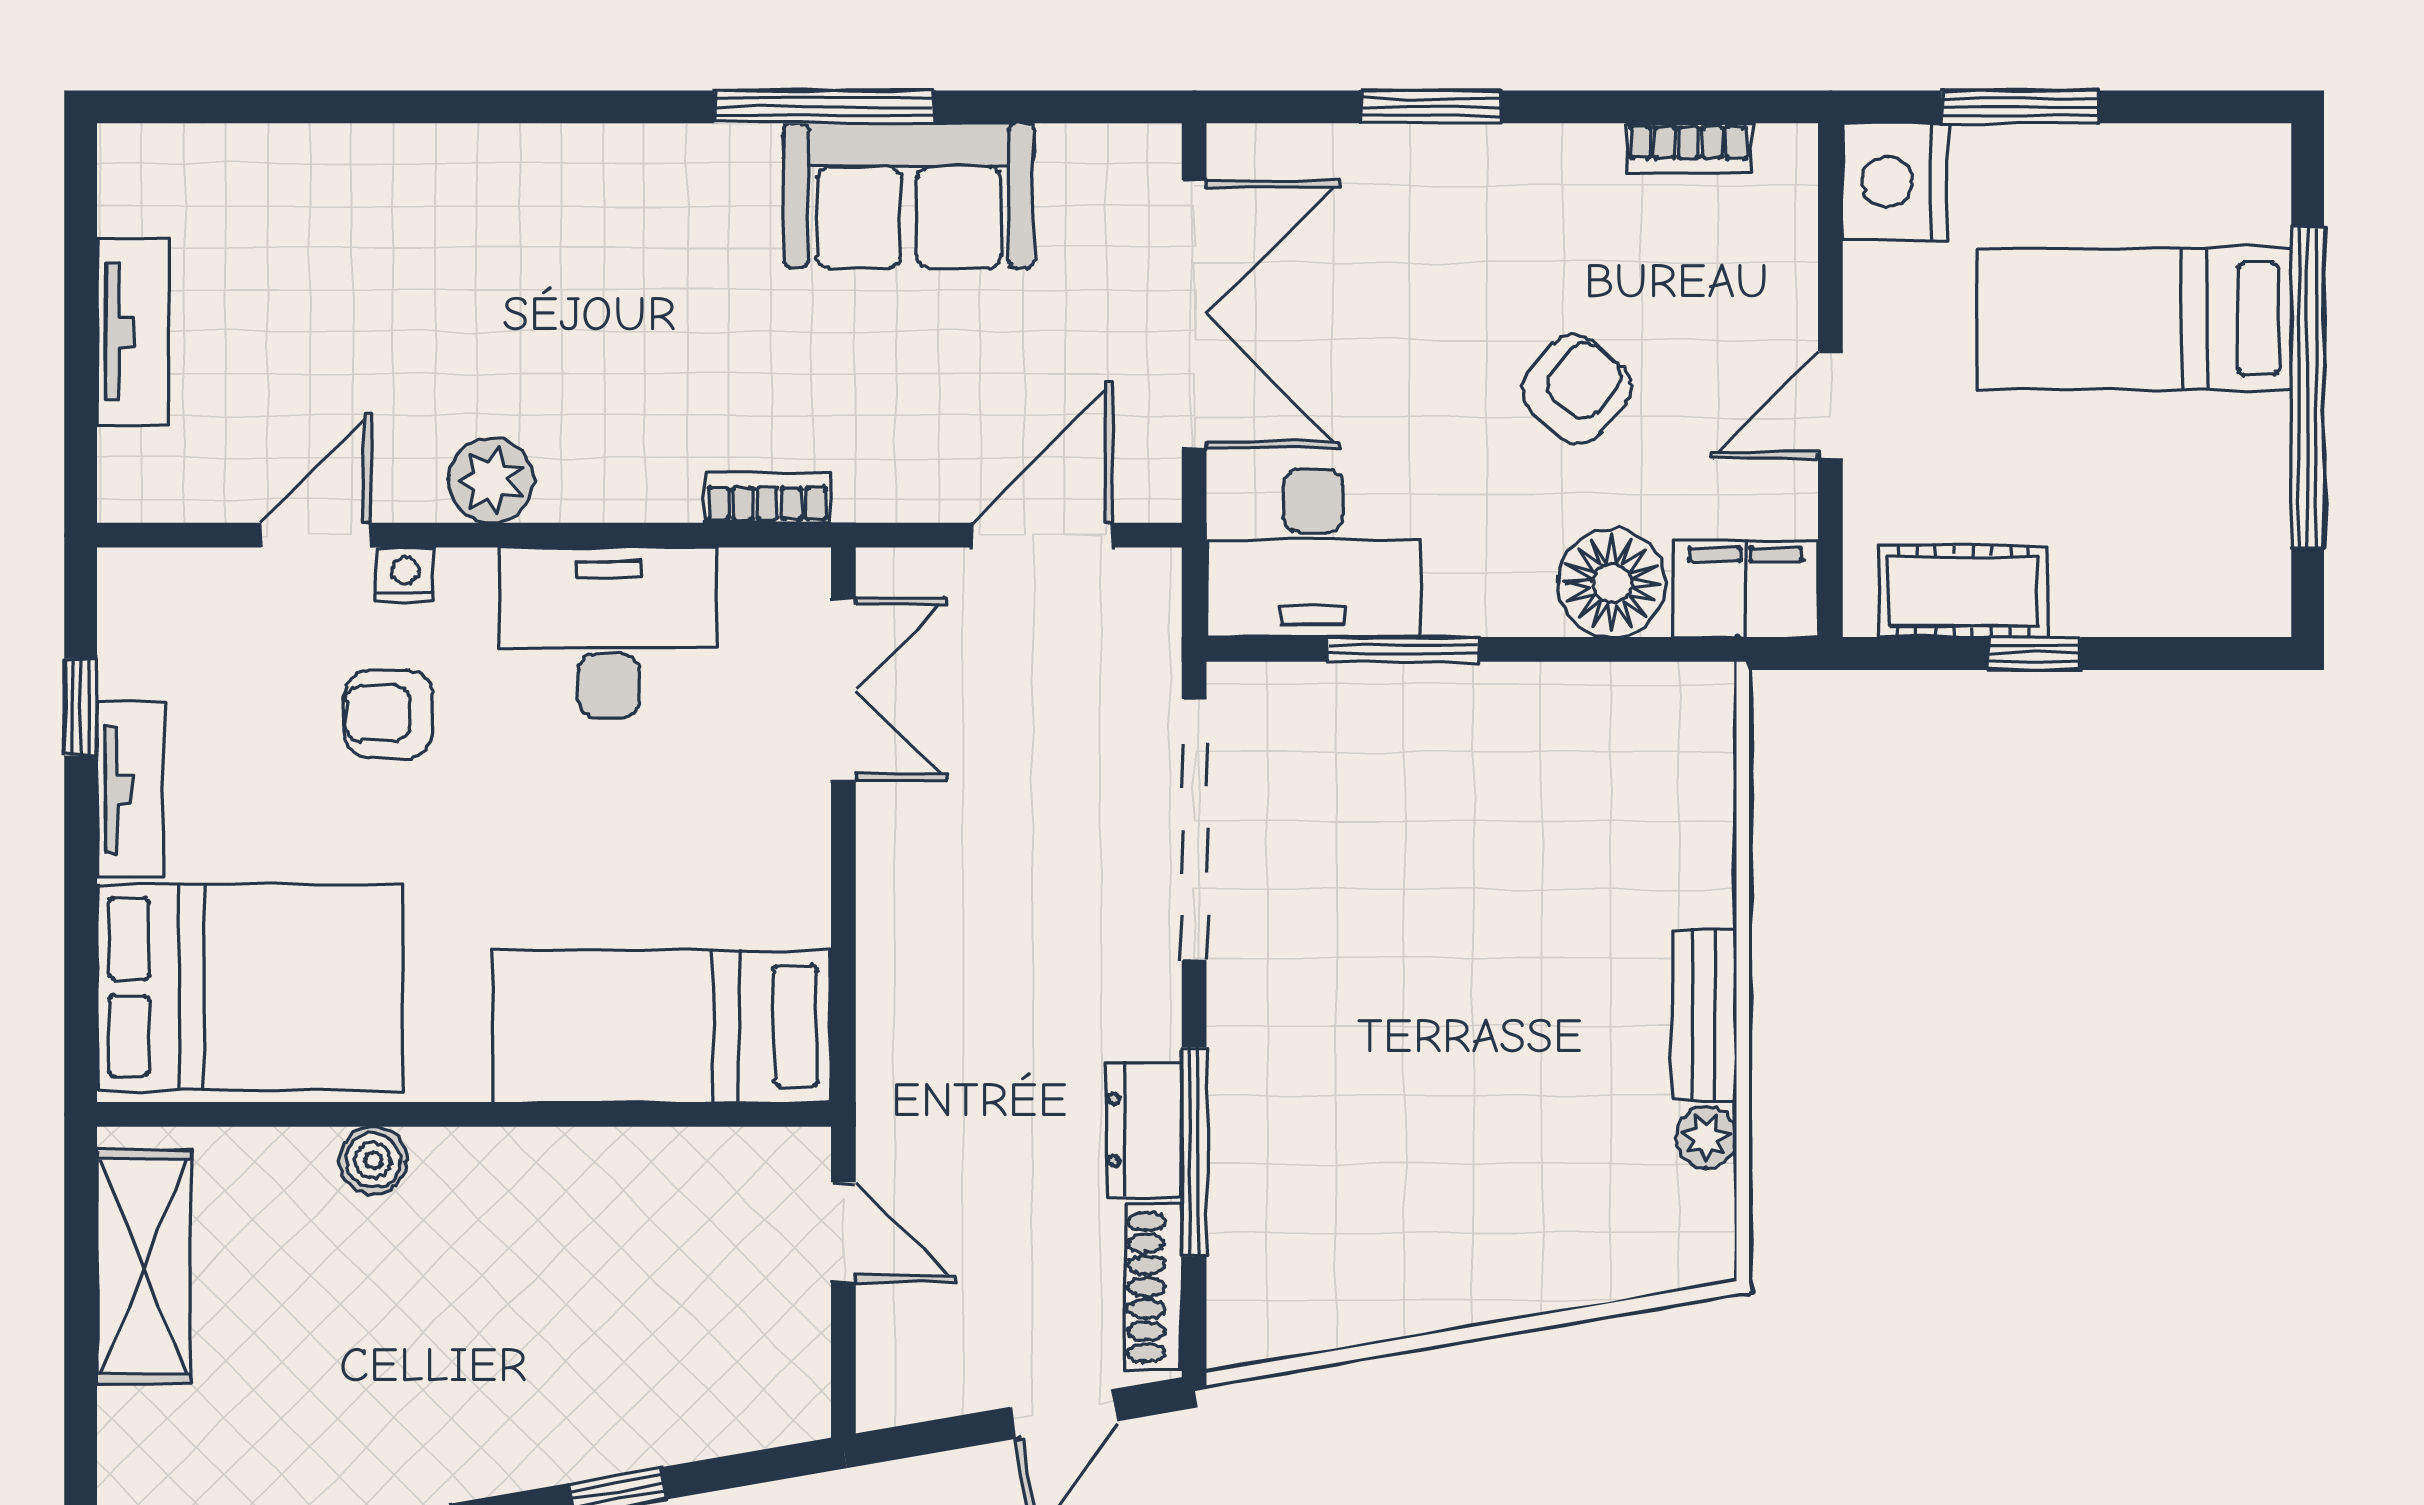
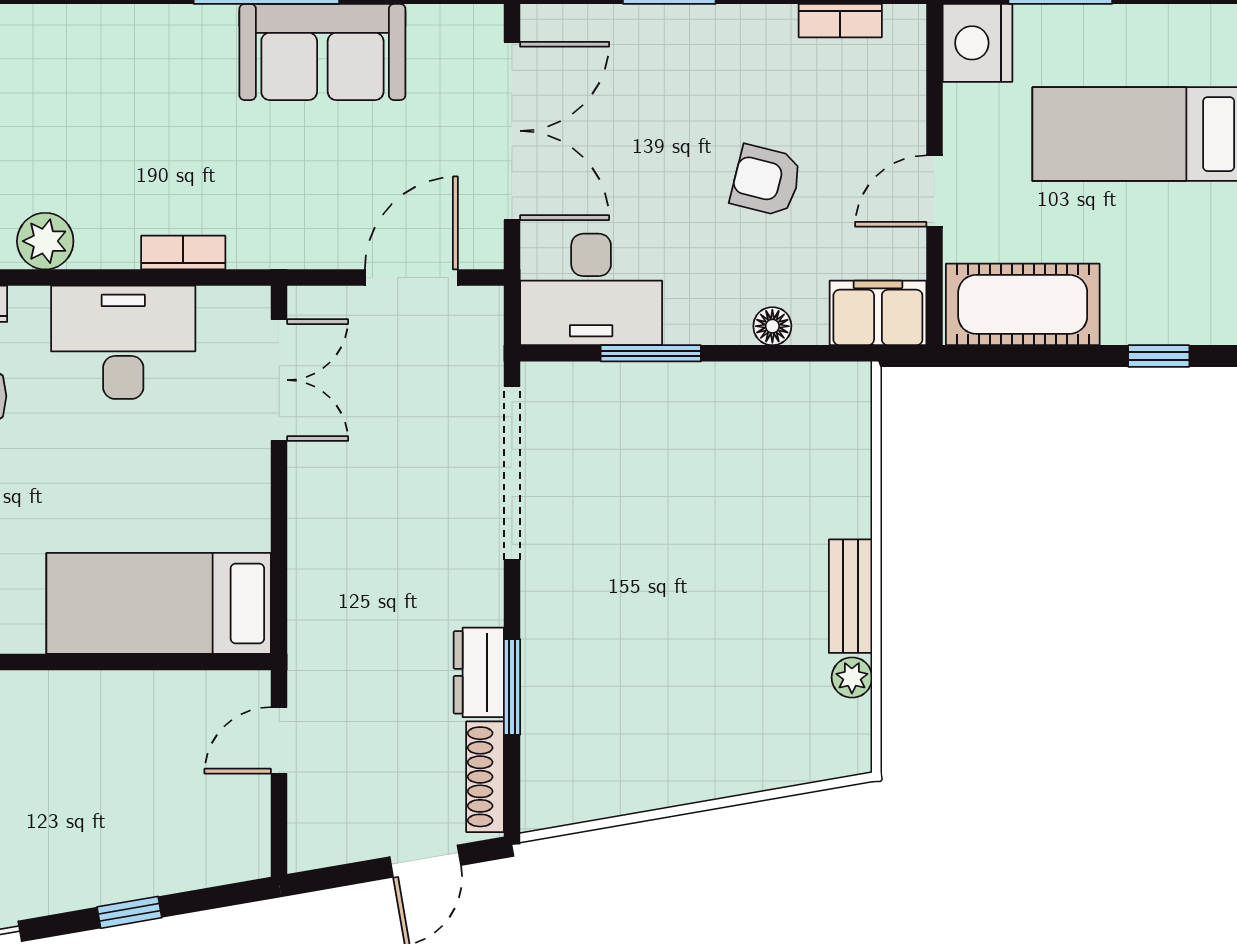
armchair: (1577, 389) -> (766, 181), turned -115
bookcase: (767, 498) -> (183, 253), moved
floor lamp: (1612, 583) -> (772, 326), width x0.53, depth x0.53
cot: (1963, 591) -> (1023, 304), width x1.37, depth x1.34
window: (2034, 653) -> (1159, 356), moved
window: (1194, 1152) -> (512, 687), width x0.69
door: (843, 1232) -> (279, 740), swing flipped

